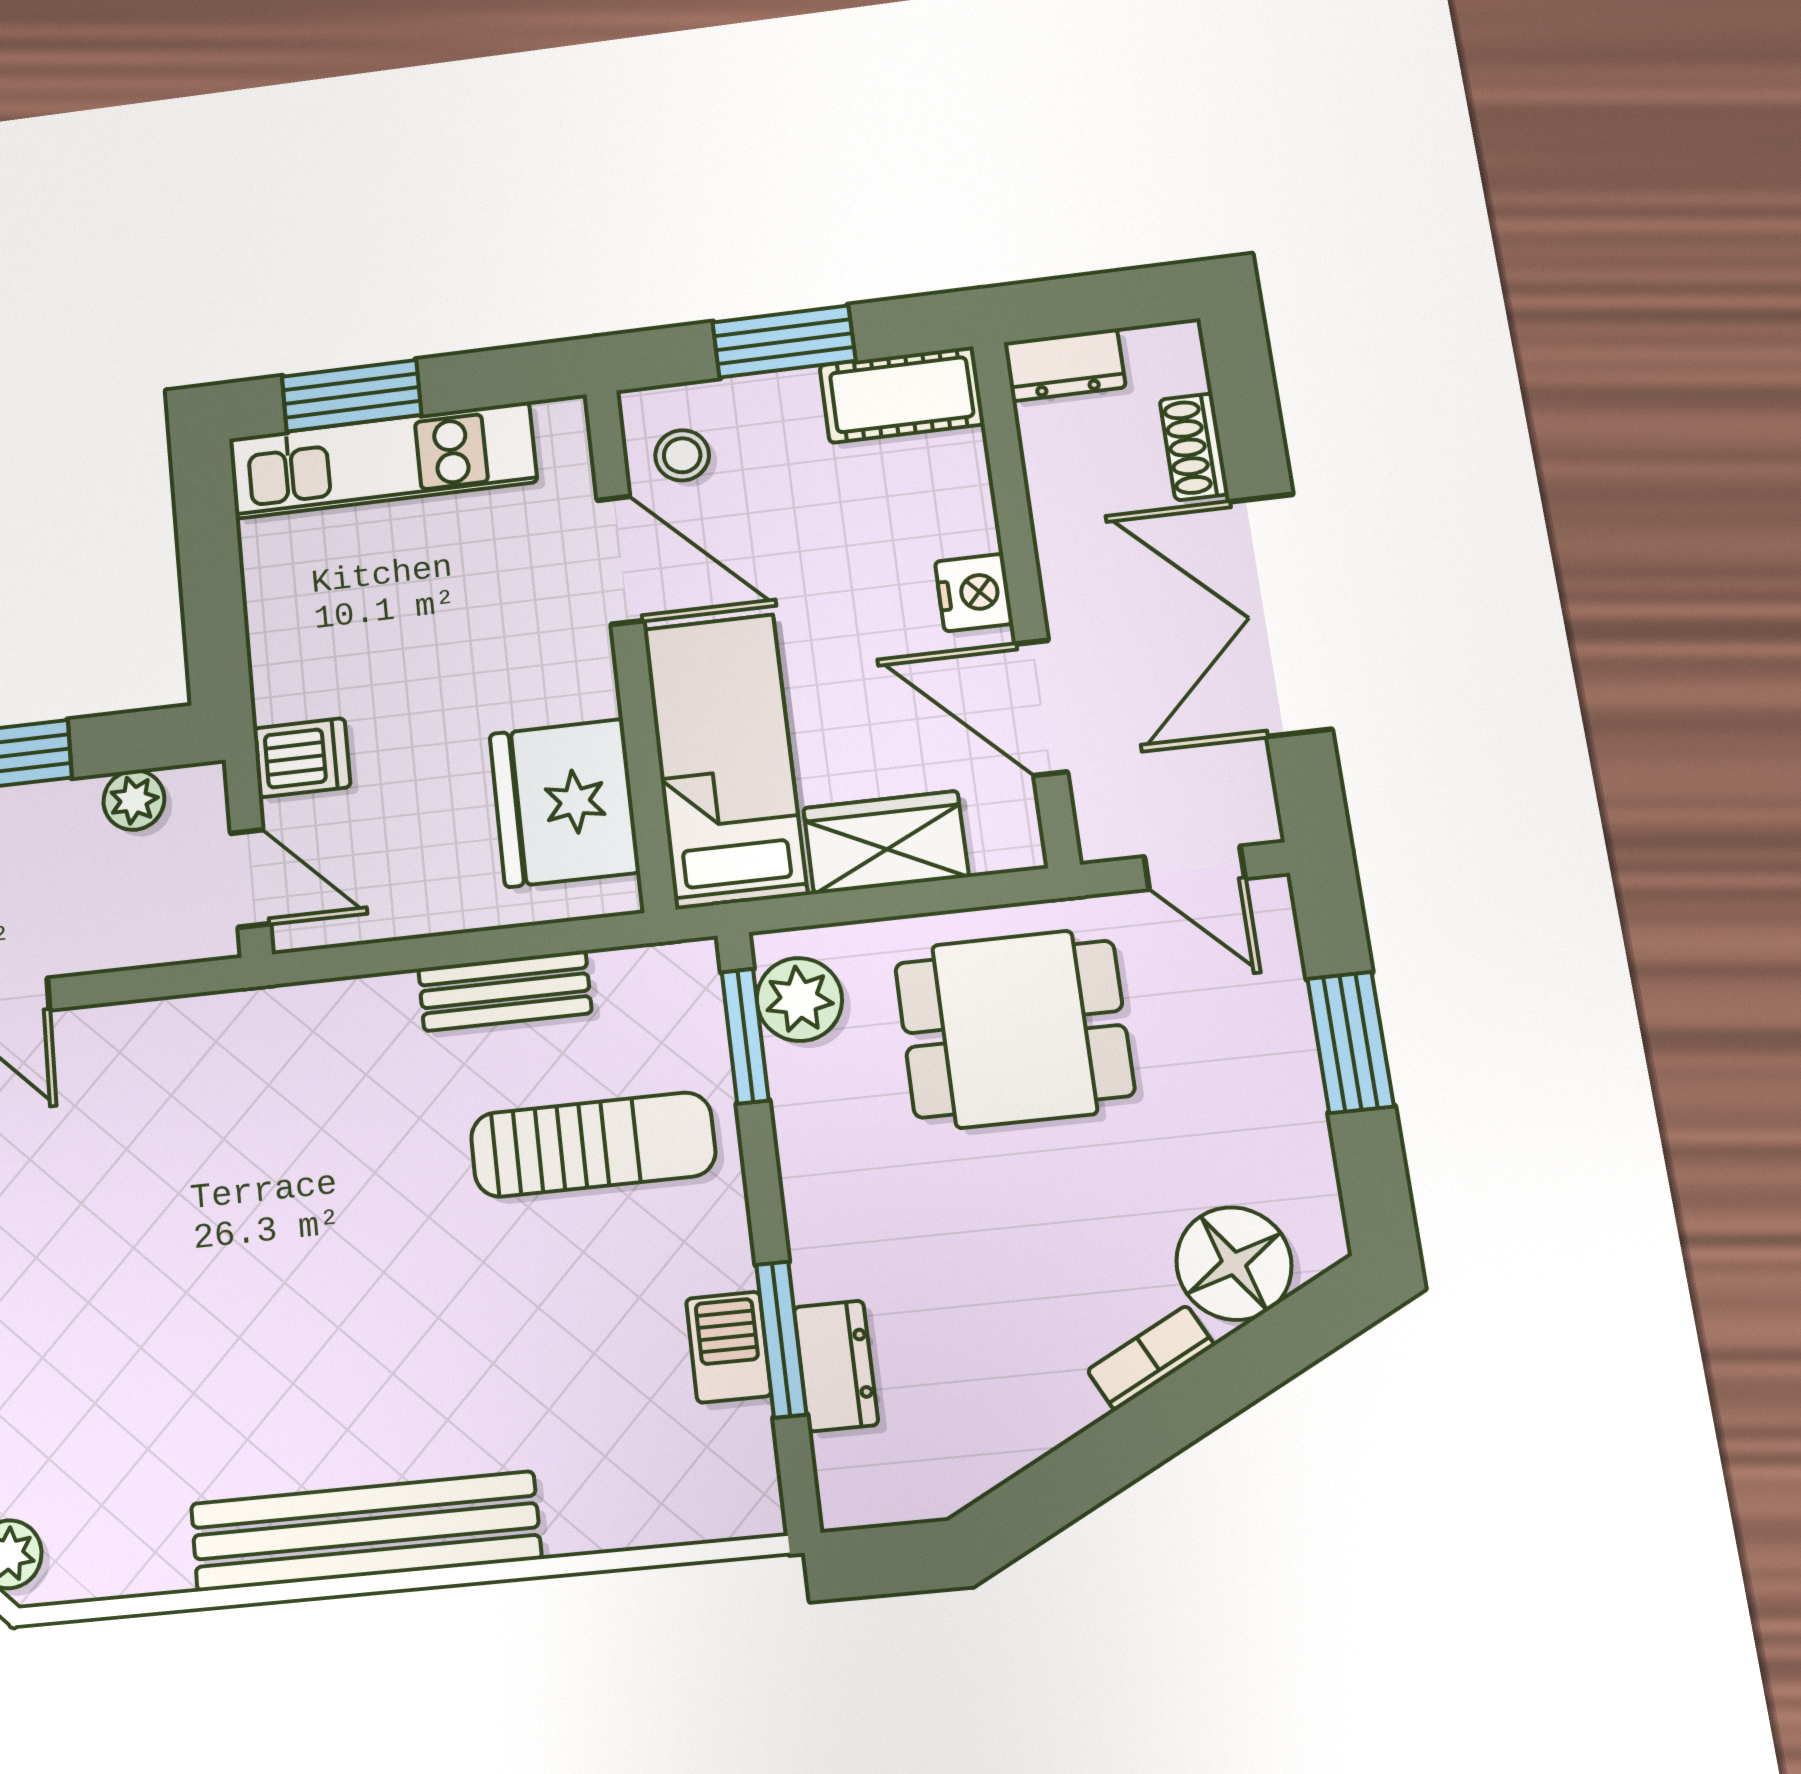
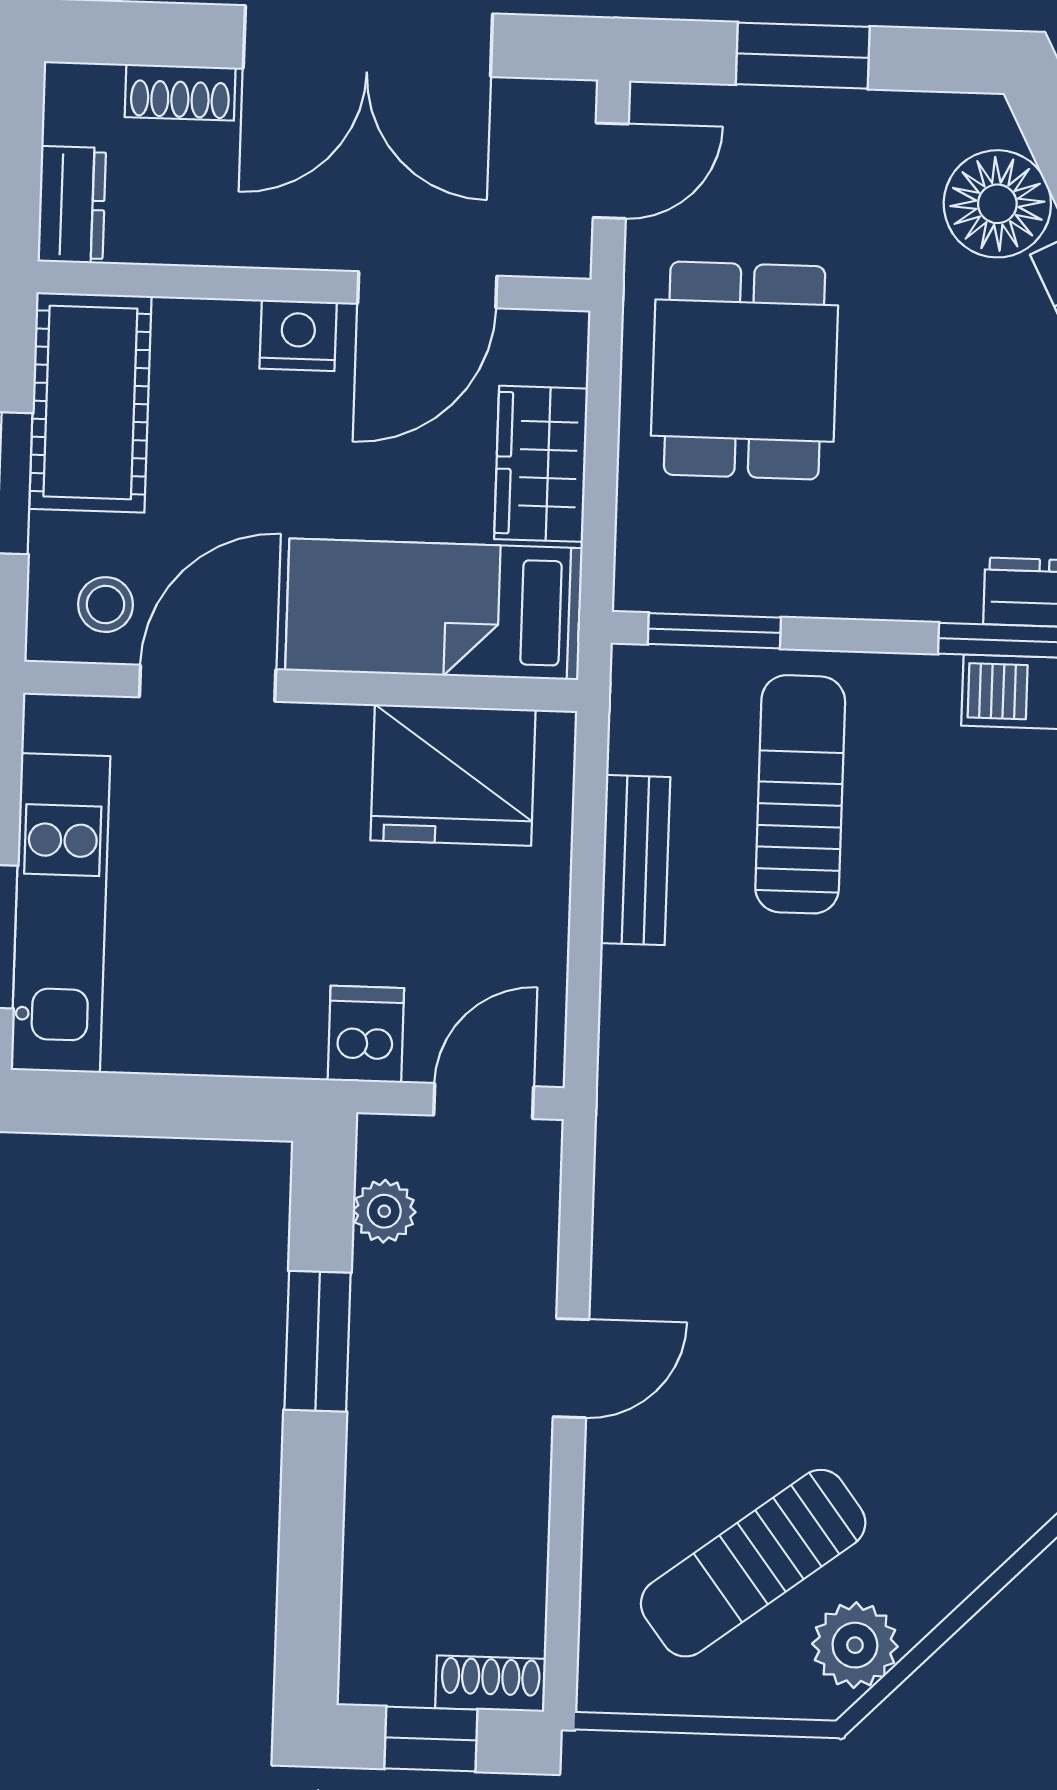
cot: (902, 395) -> (90, 402), width x1.37, depth x1.34
plant: (799, 999) -> (686, 573), removed

